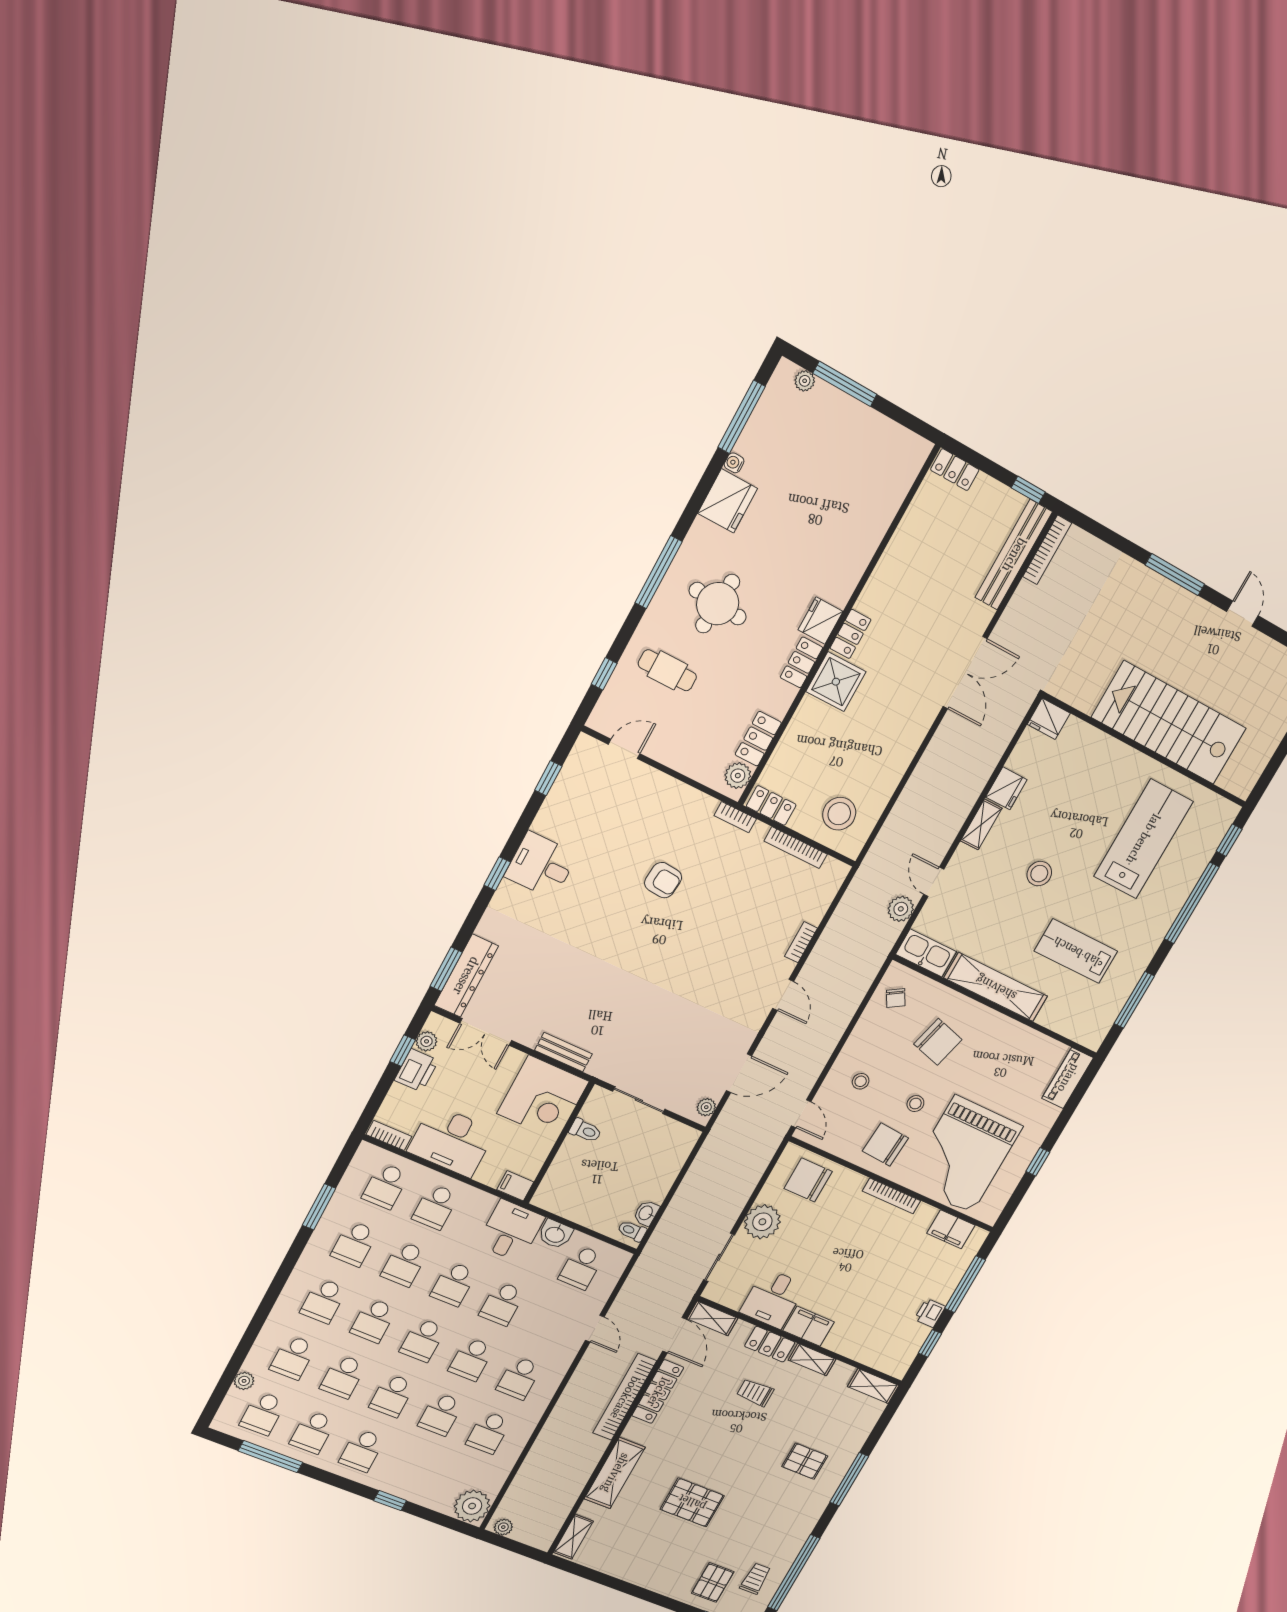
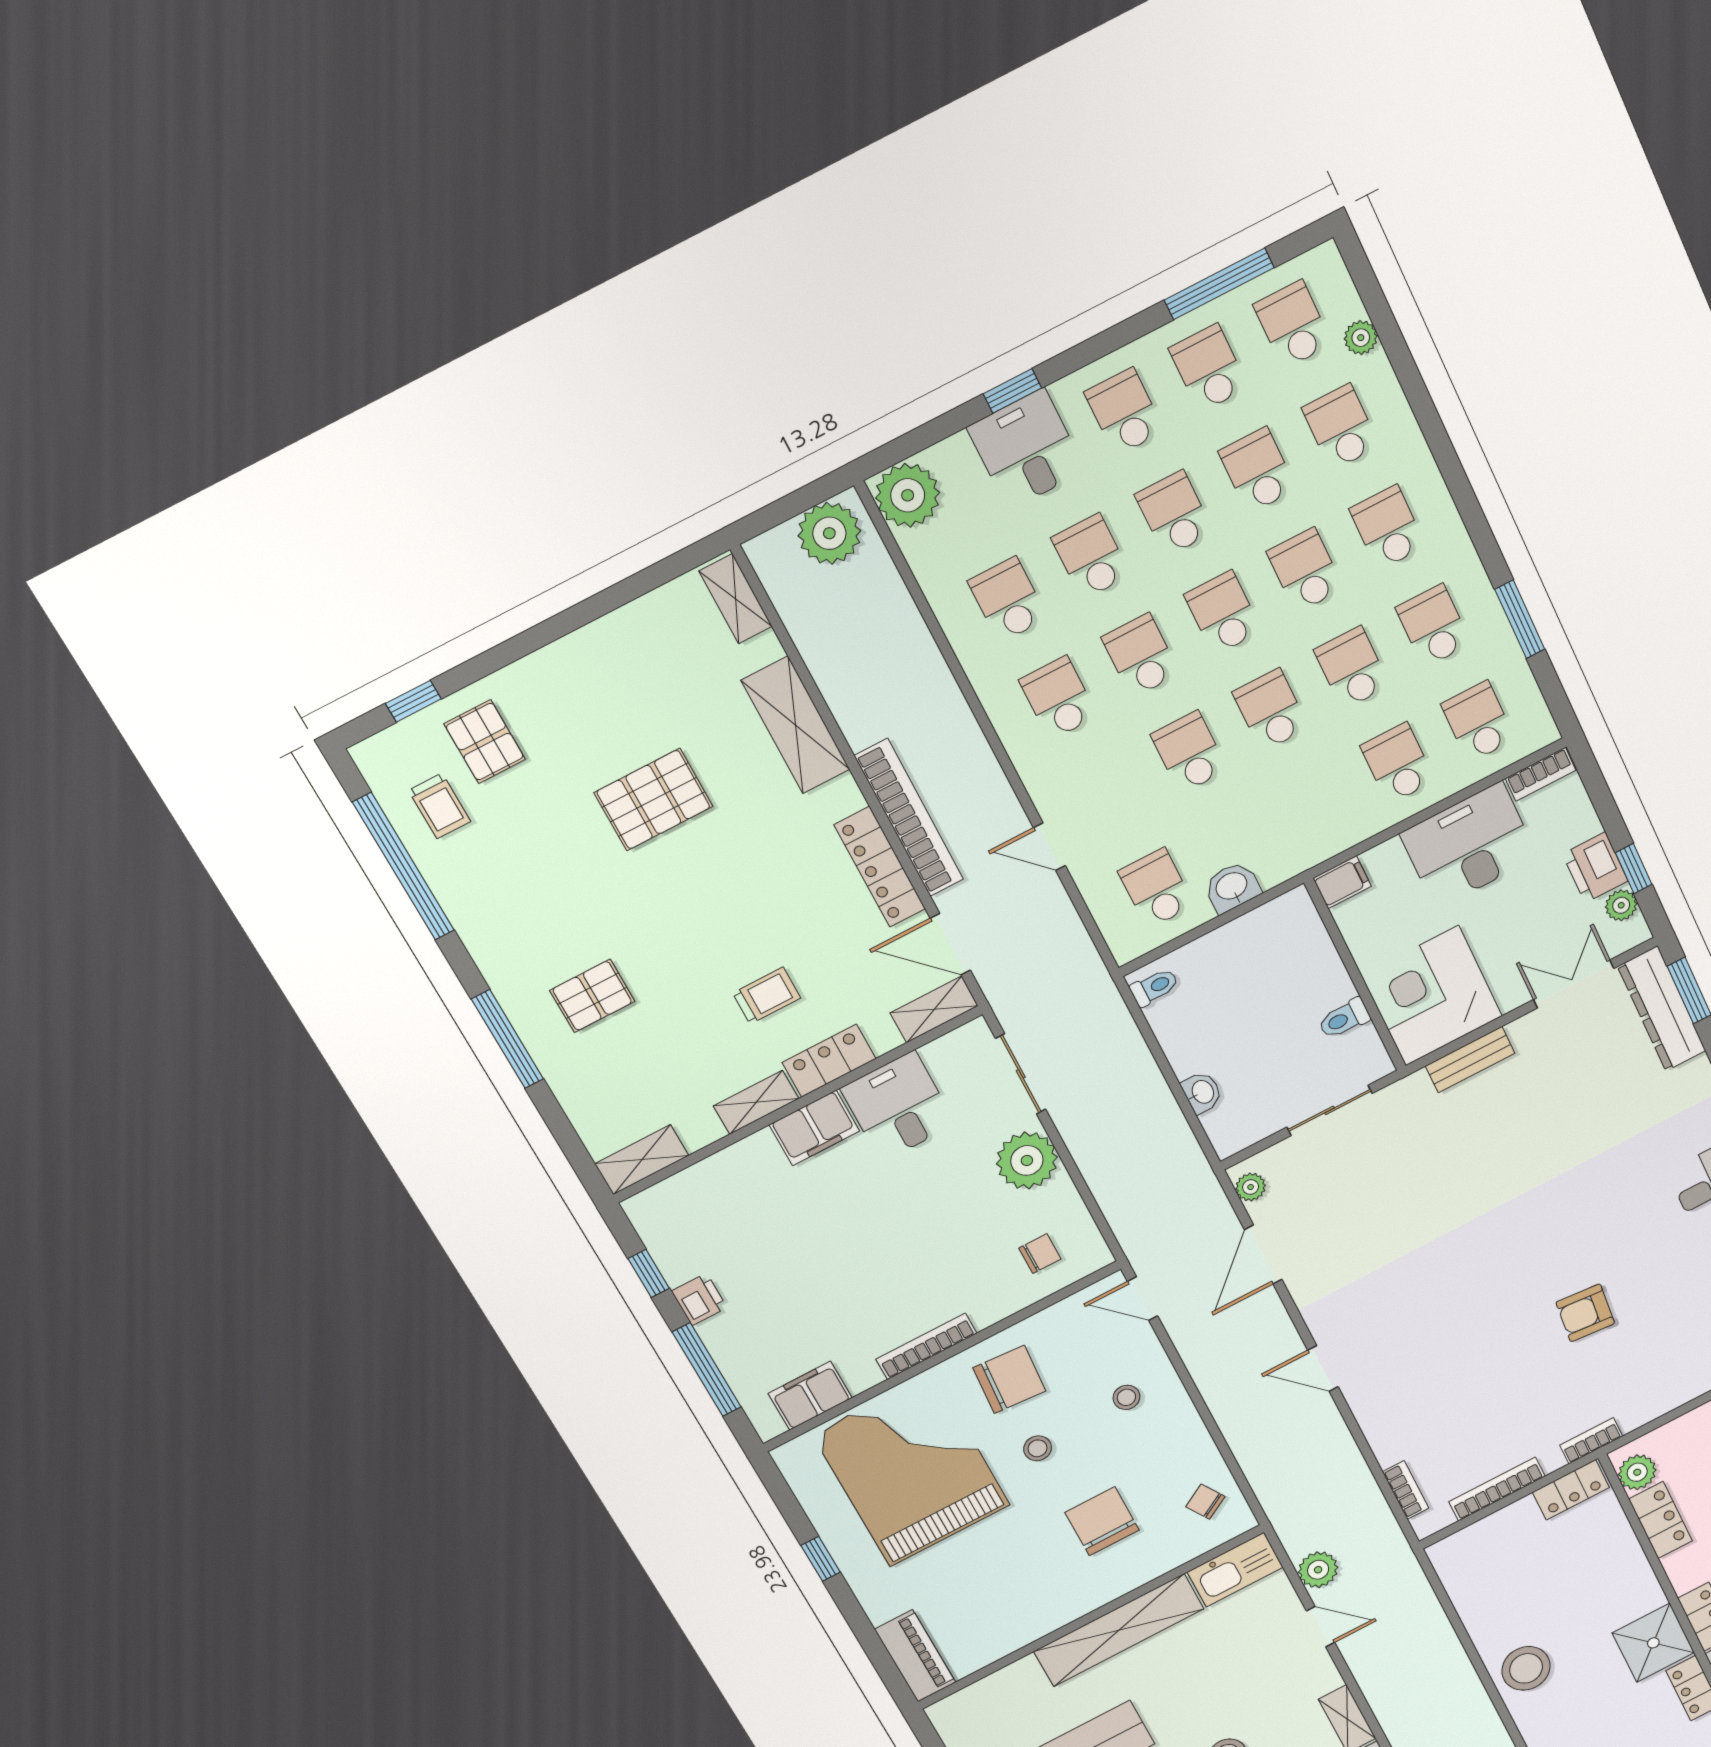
stool: (839, 814) -> (1526, 1668), moved
bookcase: (801, 942) -> (1406, 1490), moved
chair: (938, 1042) -> (1102, 1521), turned 75
chair: (808, 1180) -> (1040, 1254), width x0.54, depth x0.54
washbasin: (646, 1213) -> (1202, 1092), moved
desk: (511, 1231) -> (1026, 449), moved, turned 180
plant: (503, 1527) -> (829, 533), width x1.88, depth x1.88

